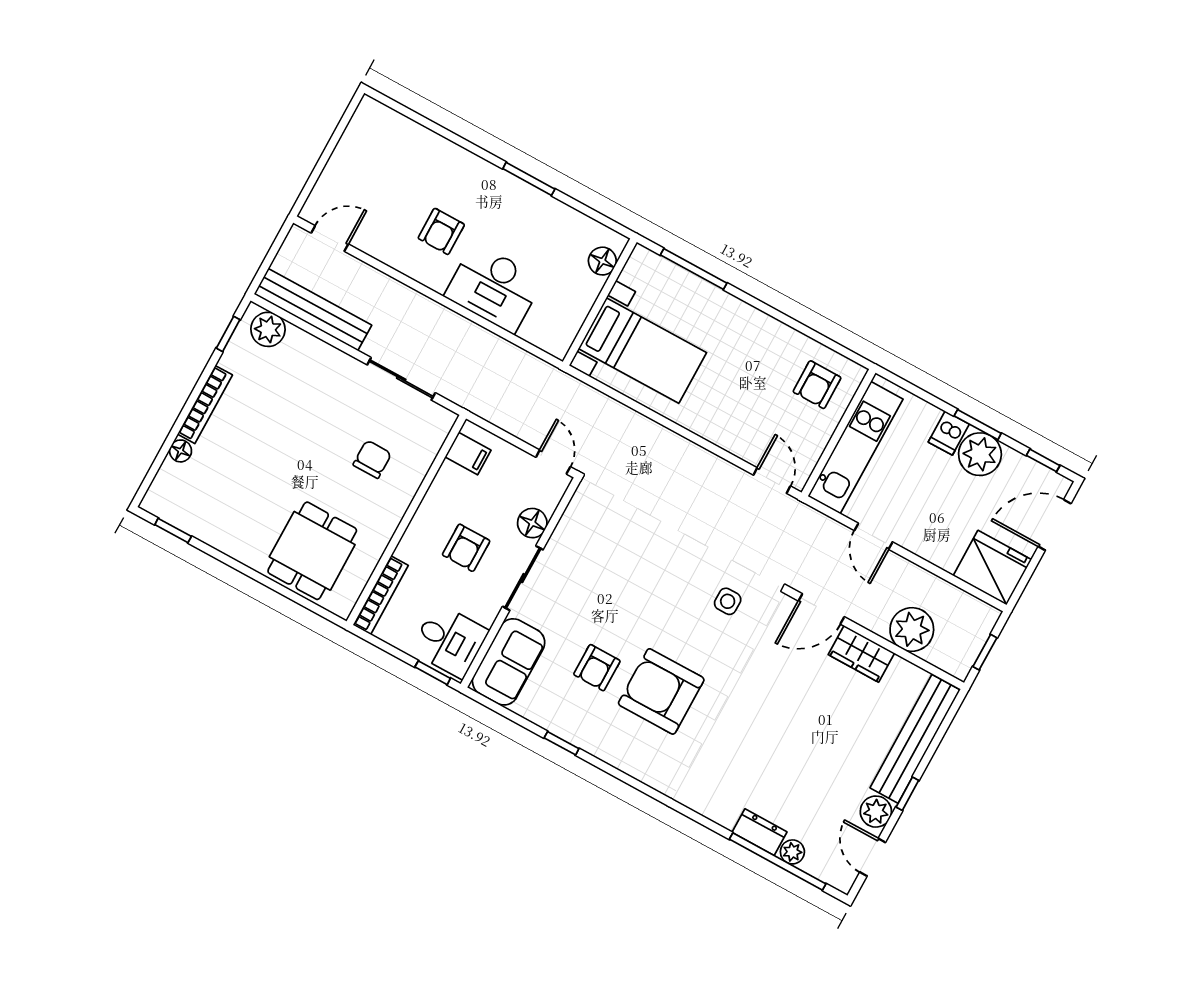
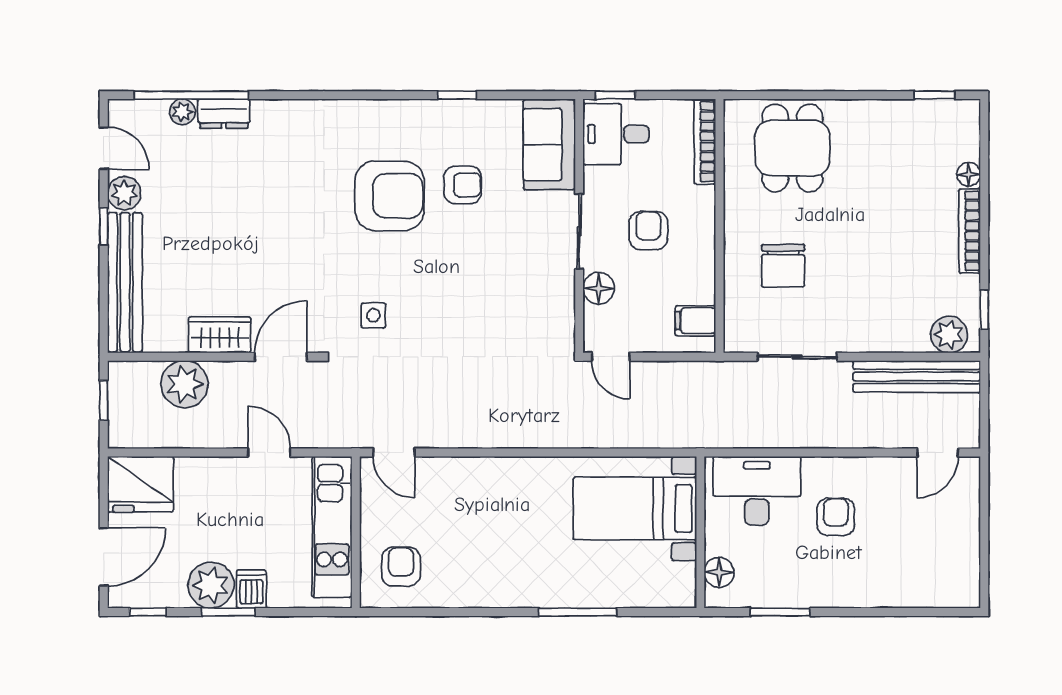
floor lamp: (602, 261) -> (719, 572), moved
wall: (600, 302) -> (700, 532), moved
bed with nightstands: (643, 351) -> (635, 508), moved
chair: (372, 459) -> (783, 266), width x1.37, depth x1.37
armchair: (597, 668) -> (463, 185), turned 90

